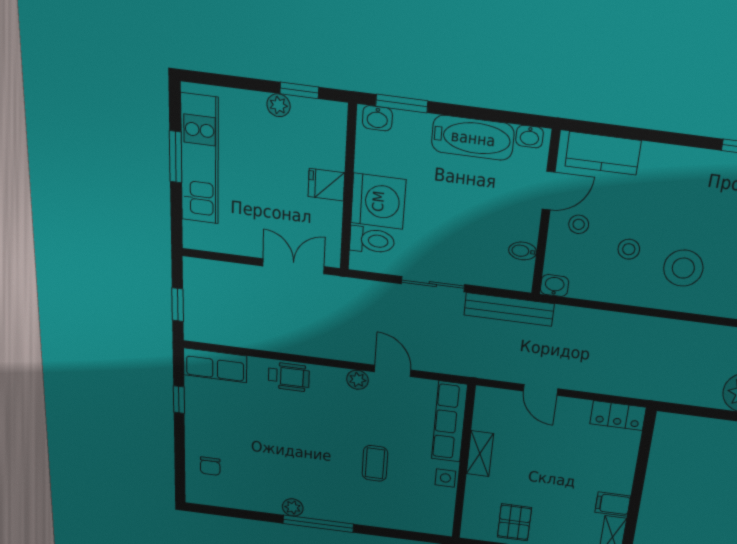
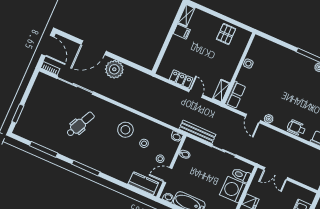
locker: (618, 416) -> (181, 79), moved
row of seats: (449, 422) -> (235, 95), width x0.68
shelving: (480, 454) -> (221, 91), moved
coffee table: (375, 463) -> (276, 79), removed

